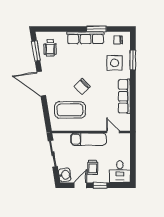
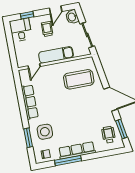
window: (96, 29) -> (68, 161), width x1.44
chair: (82, 86) -> (71, 104), removed
door: (113, 132) -> (34, 66), hinge flipped
window: (100, 185) -> (27, 15), moved

